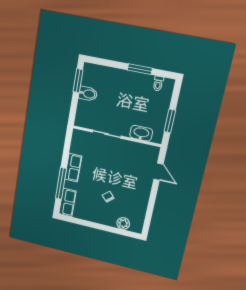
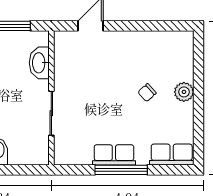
window: (61, 183) -> (121, 170), moved
plant: (123, 223) -> (184, 92), moved

